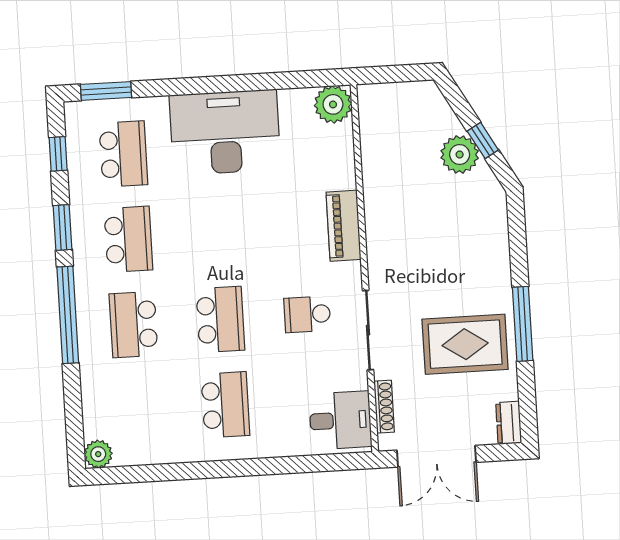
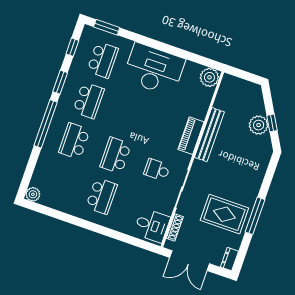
bench: (377, 210) -> (209, 135), added
school desk: (220, 319) -> (116, 155), turned 180

